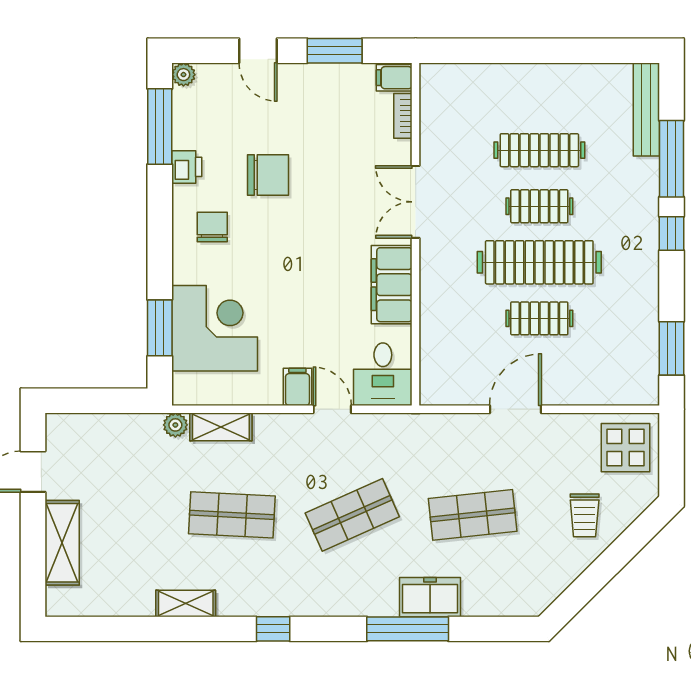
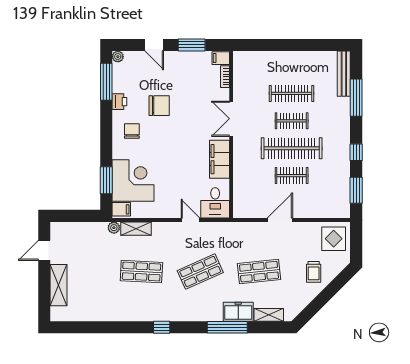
window: (671, 234) -> (356, 152), moved
filing cabinet: (297, 387) -> (121, 209), moved, turned 90
shelving: (186, 603) -> (269, 315), moved

